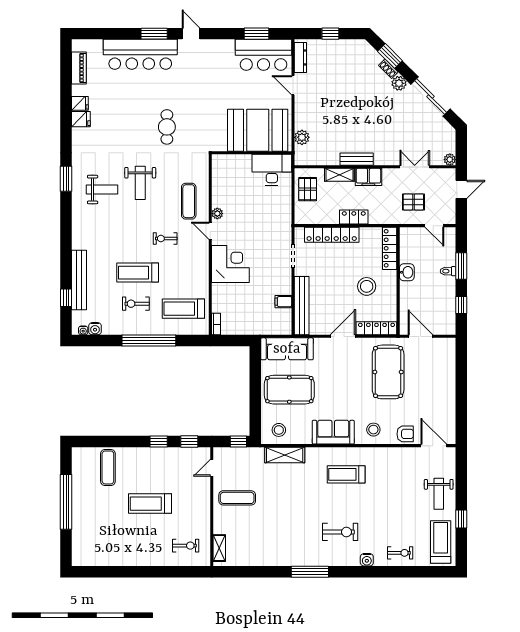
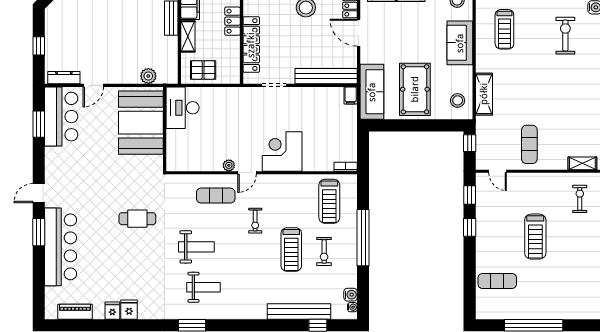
weight bench: (102, 190) -> (203, 287), turned 90
filing cabinet: (283, 302) -> (351, 96), moved

